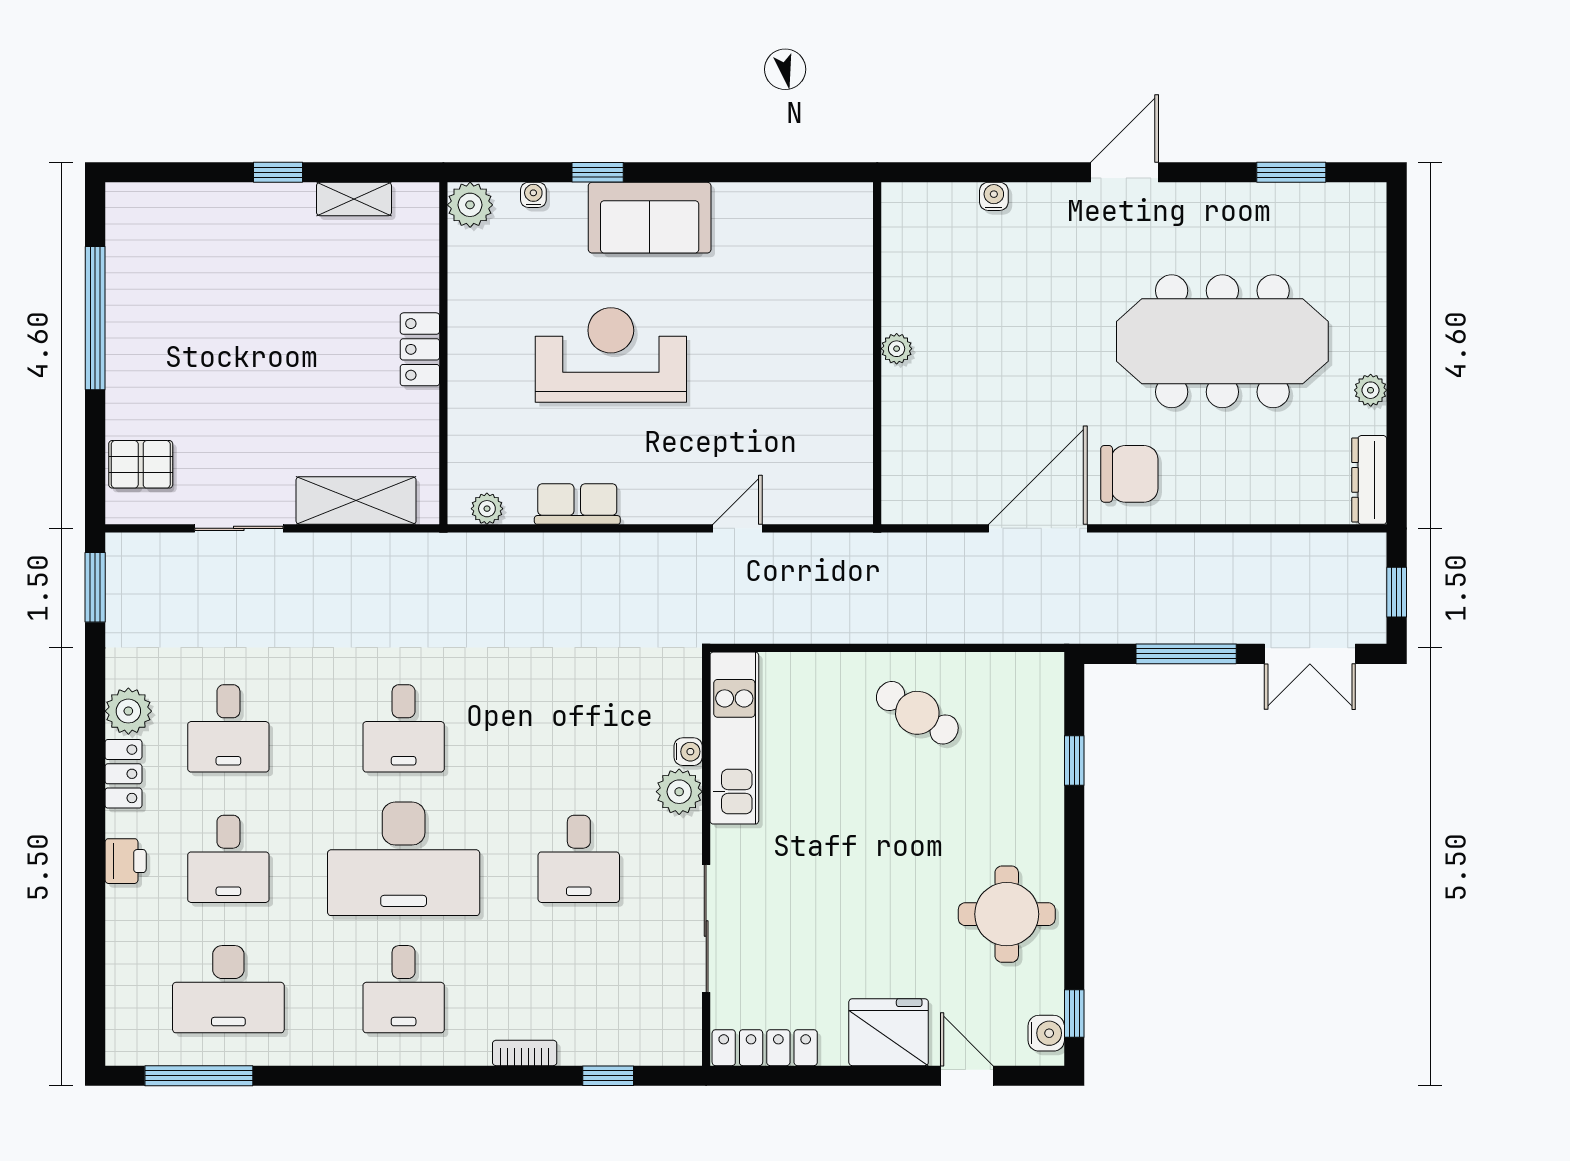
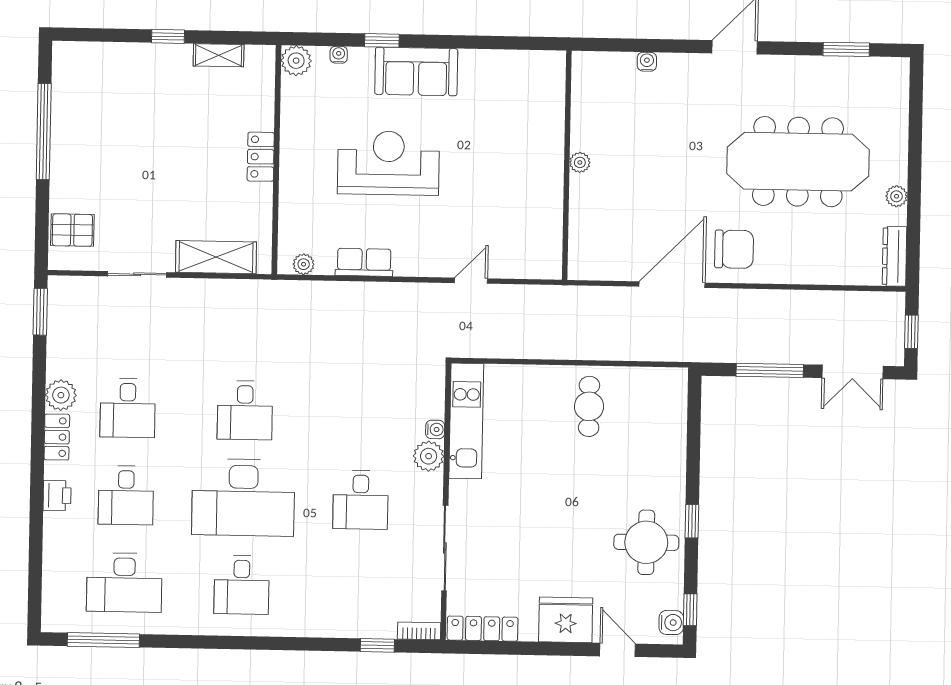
cafe table: (917, 713) -> (589, 406), turned 58
window: (1074, 761) -> (692, 521), moved
bookcase: (525, 1053) -> (419, 631), moved

